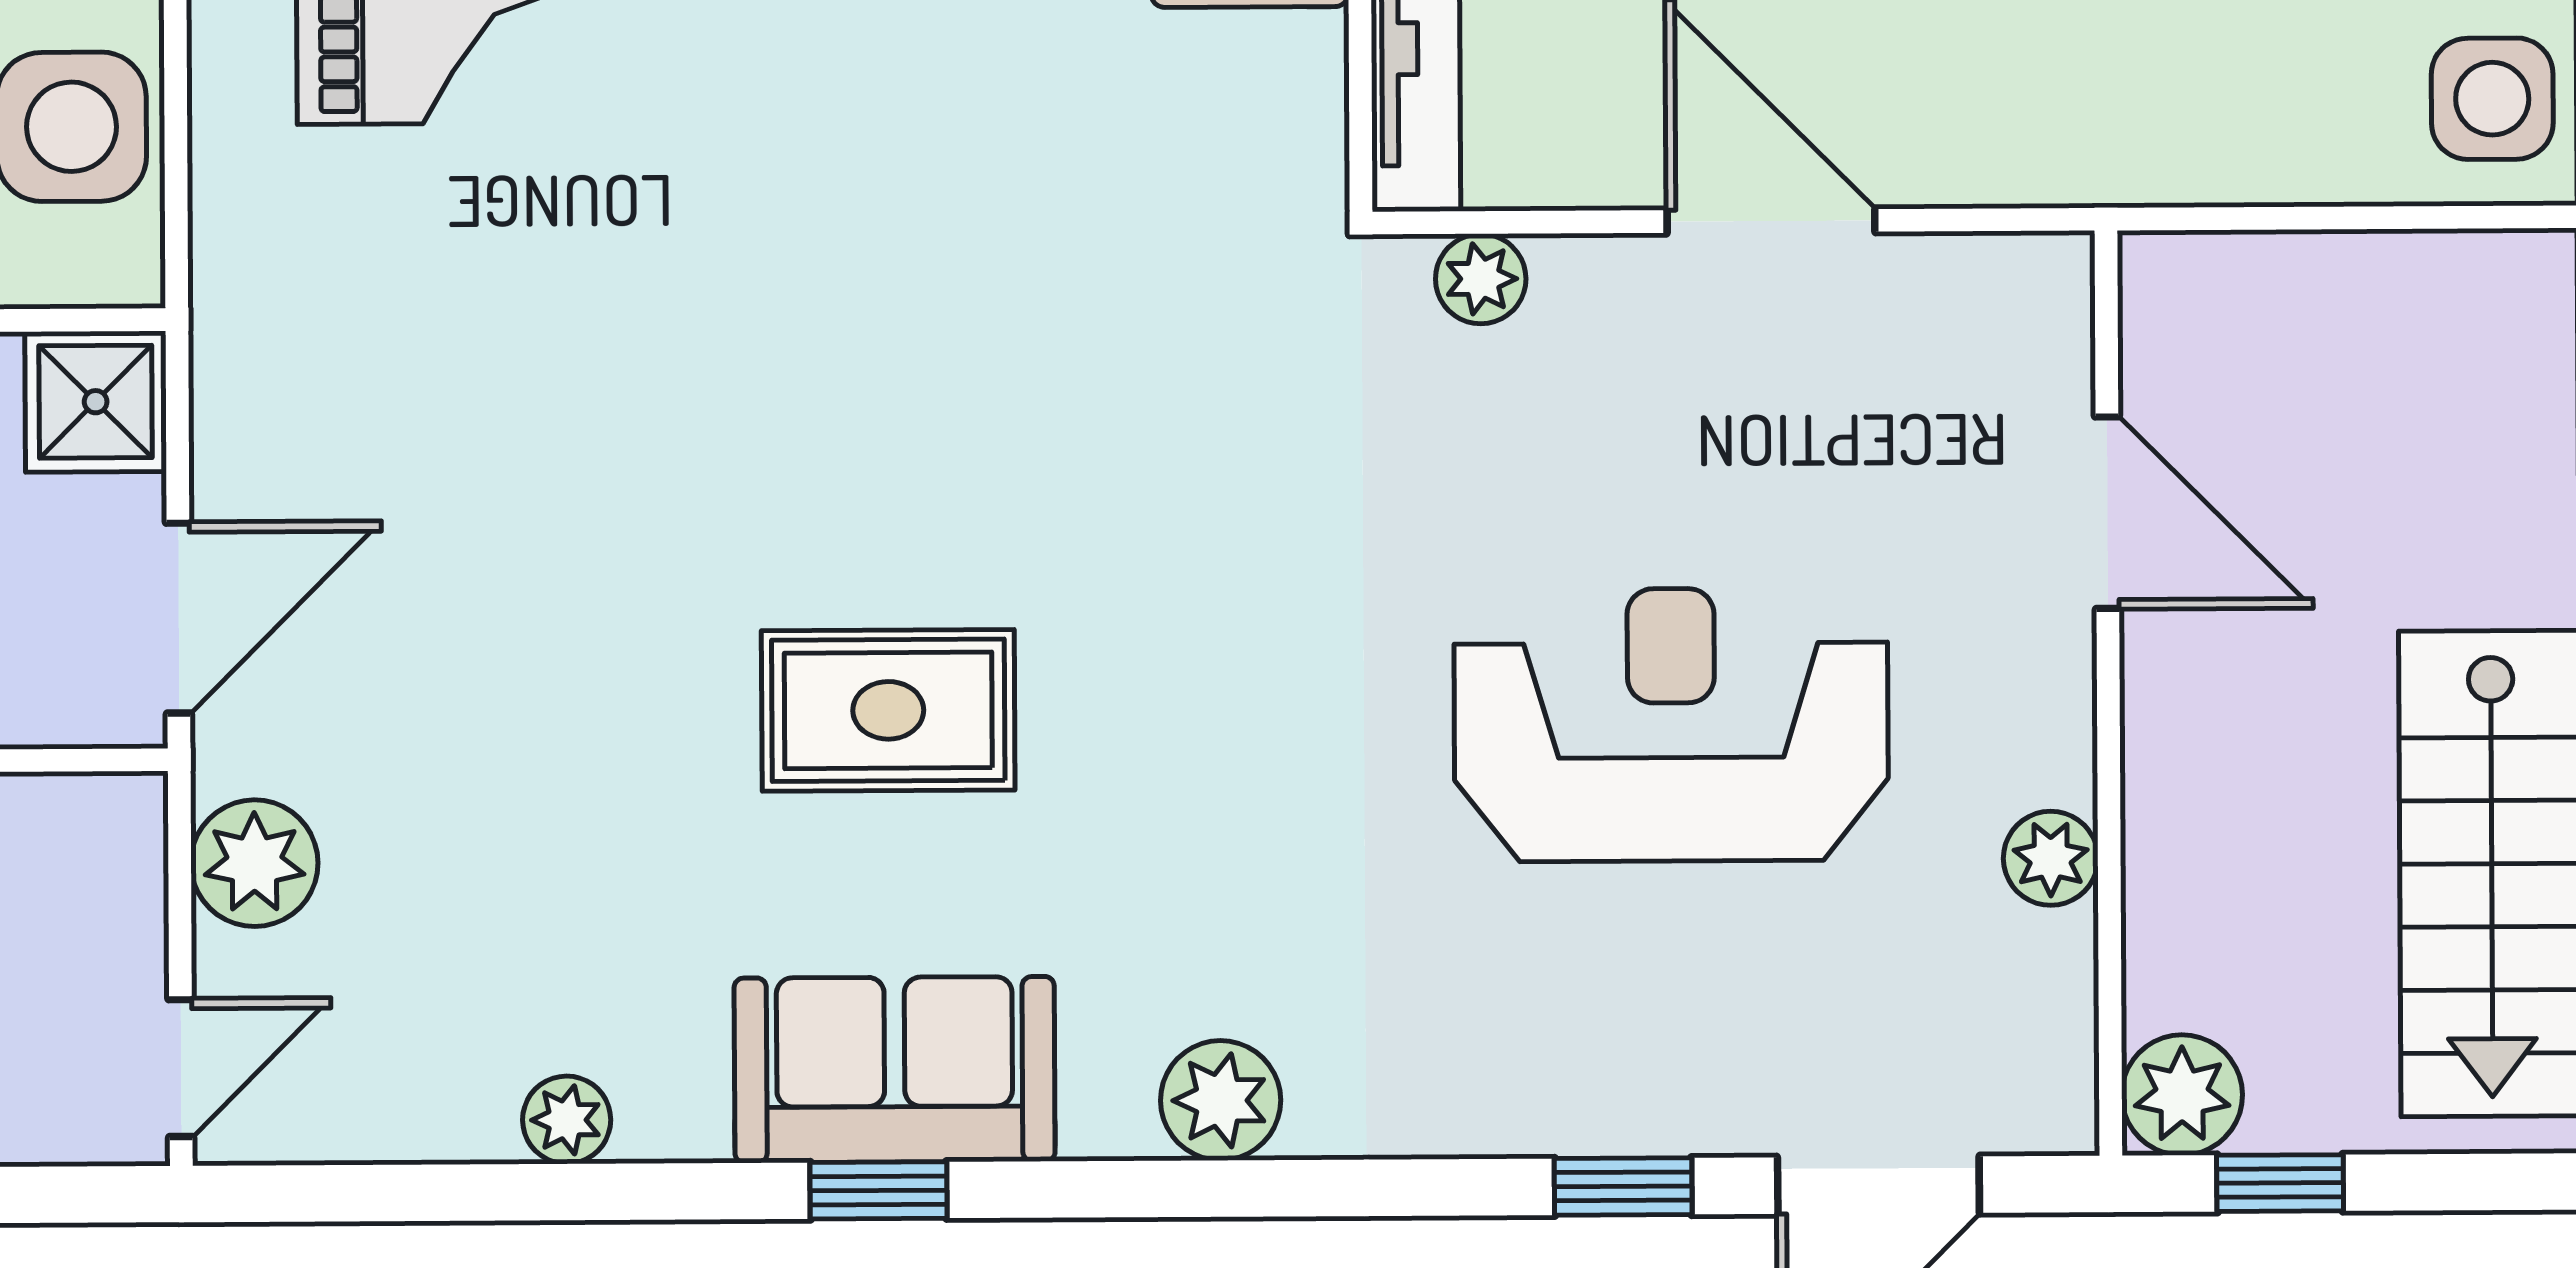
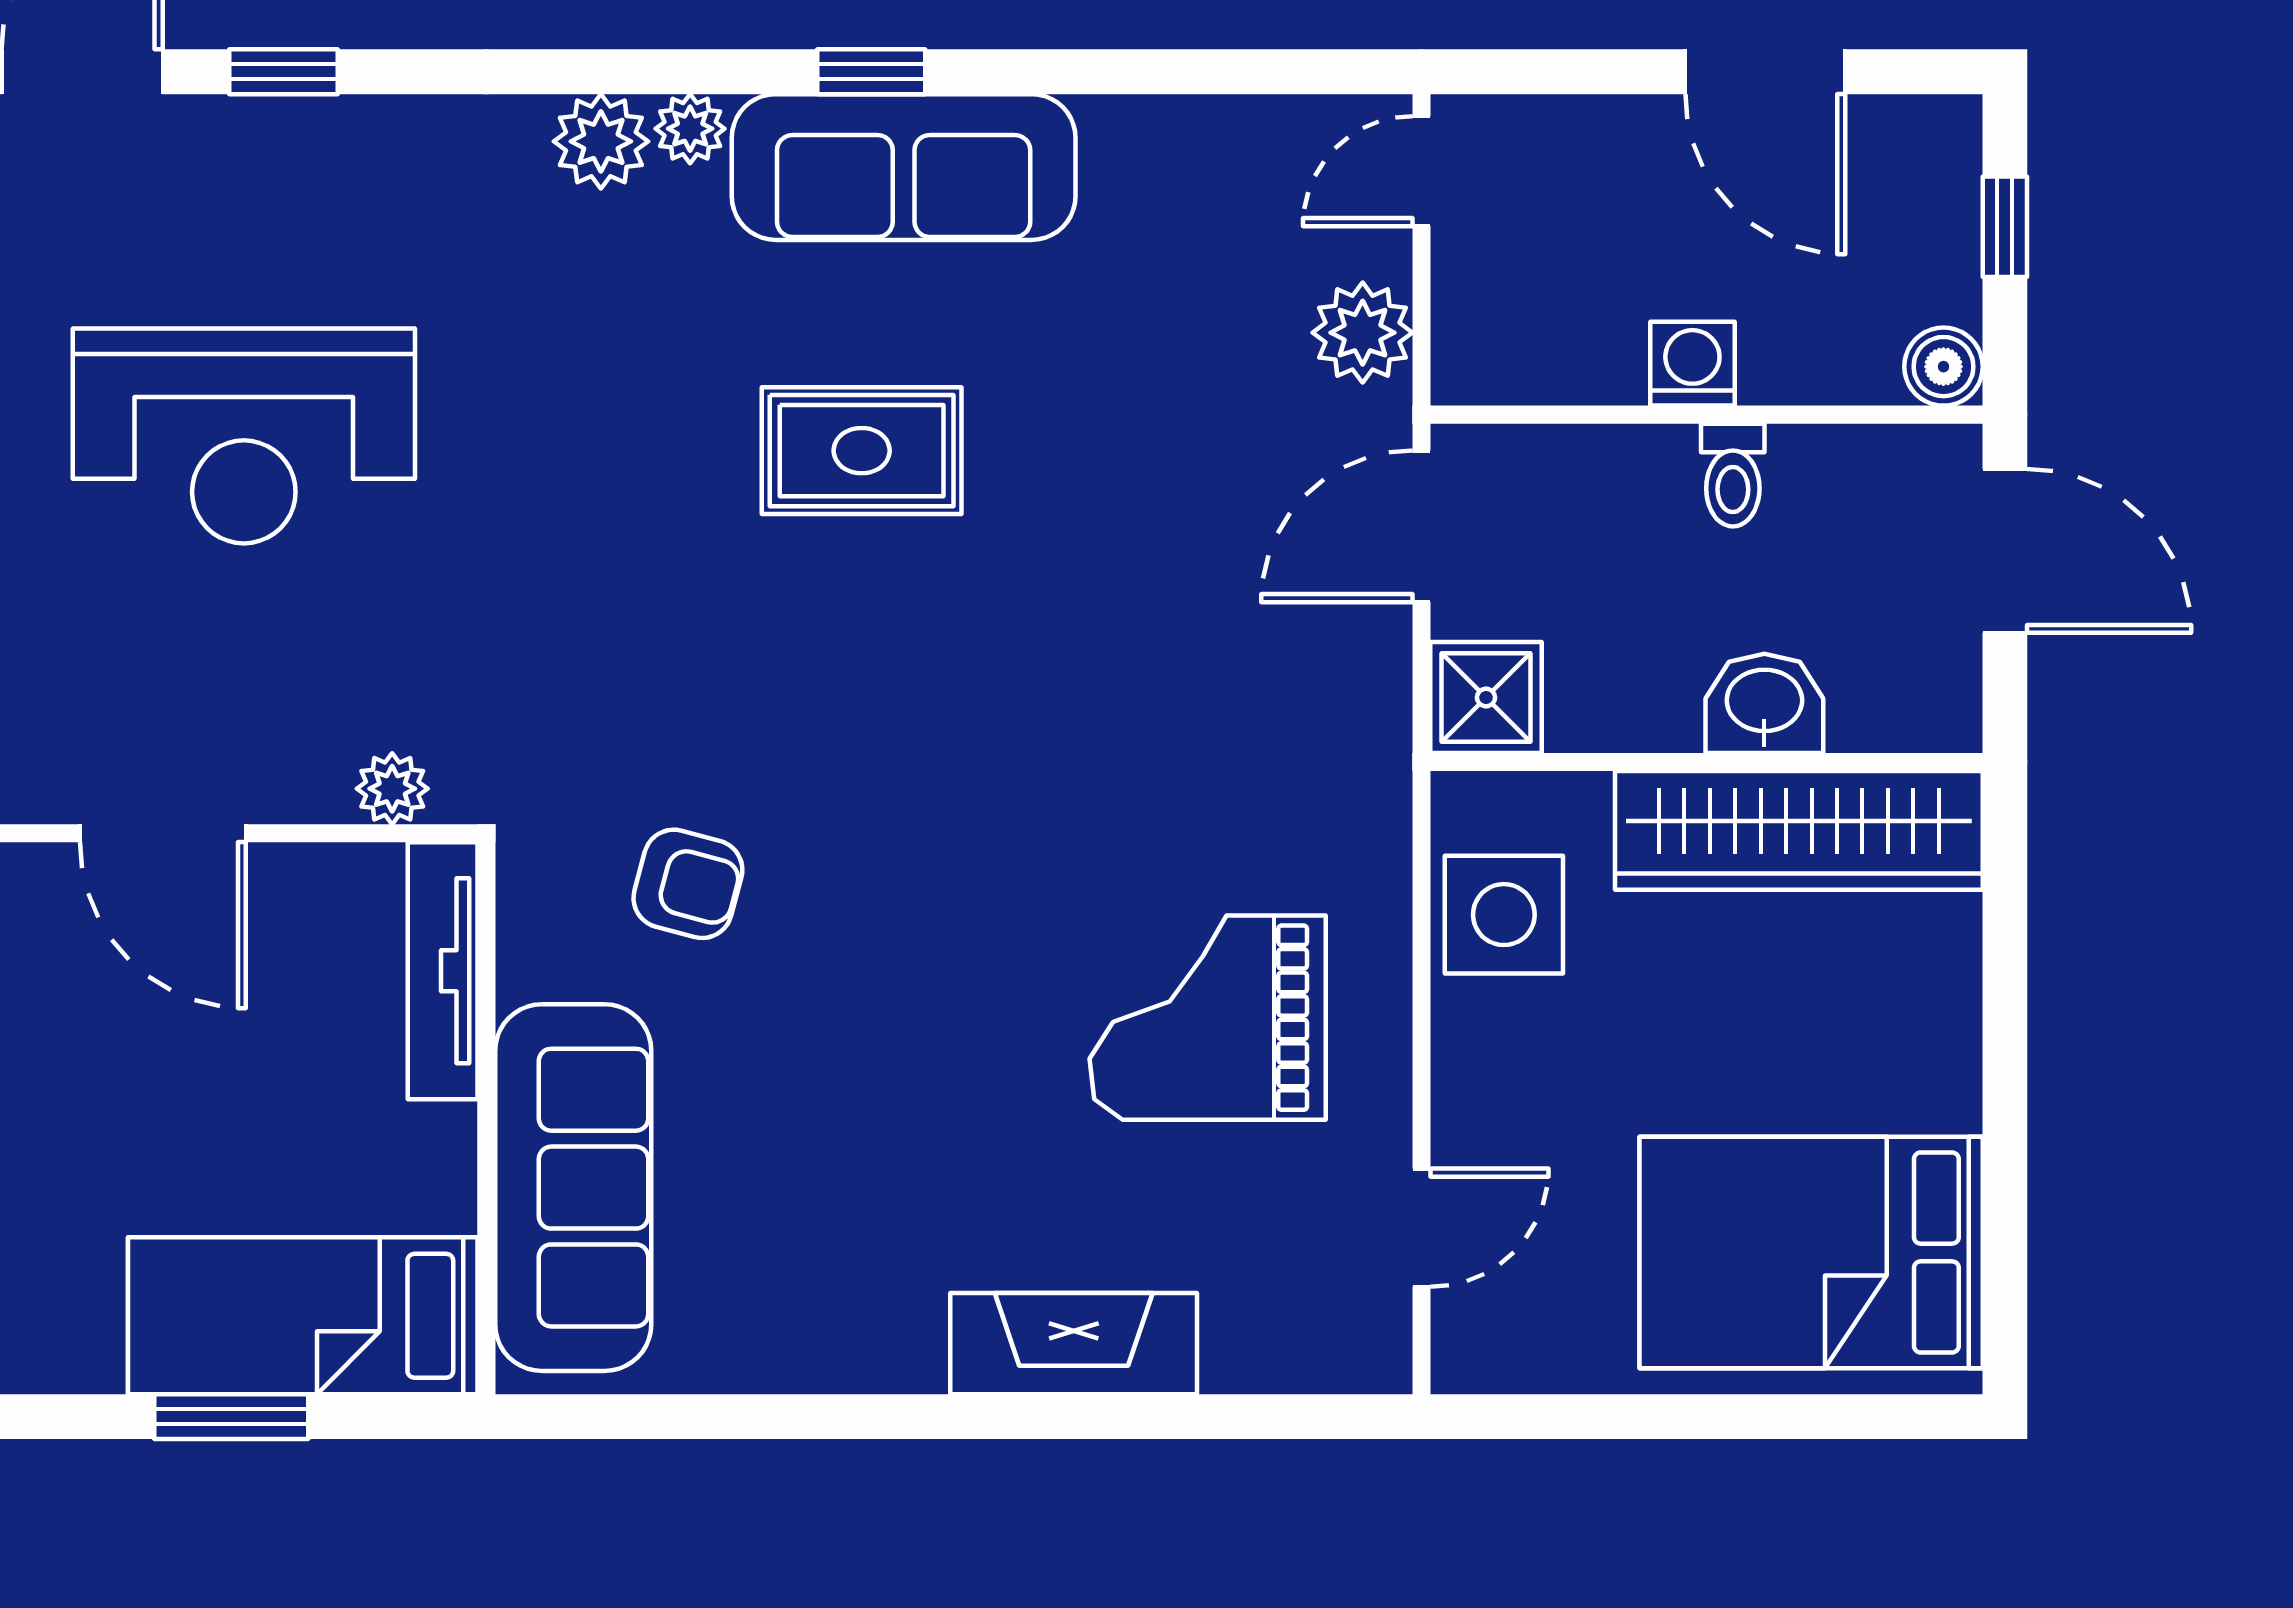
armchair: (1105, 160) -> (688, 884), added
sofa: (895, 1070) -> (904, 167), width x1.36
plant: (567, 1120) -> (690, 129), moved

